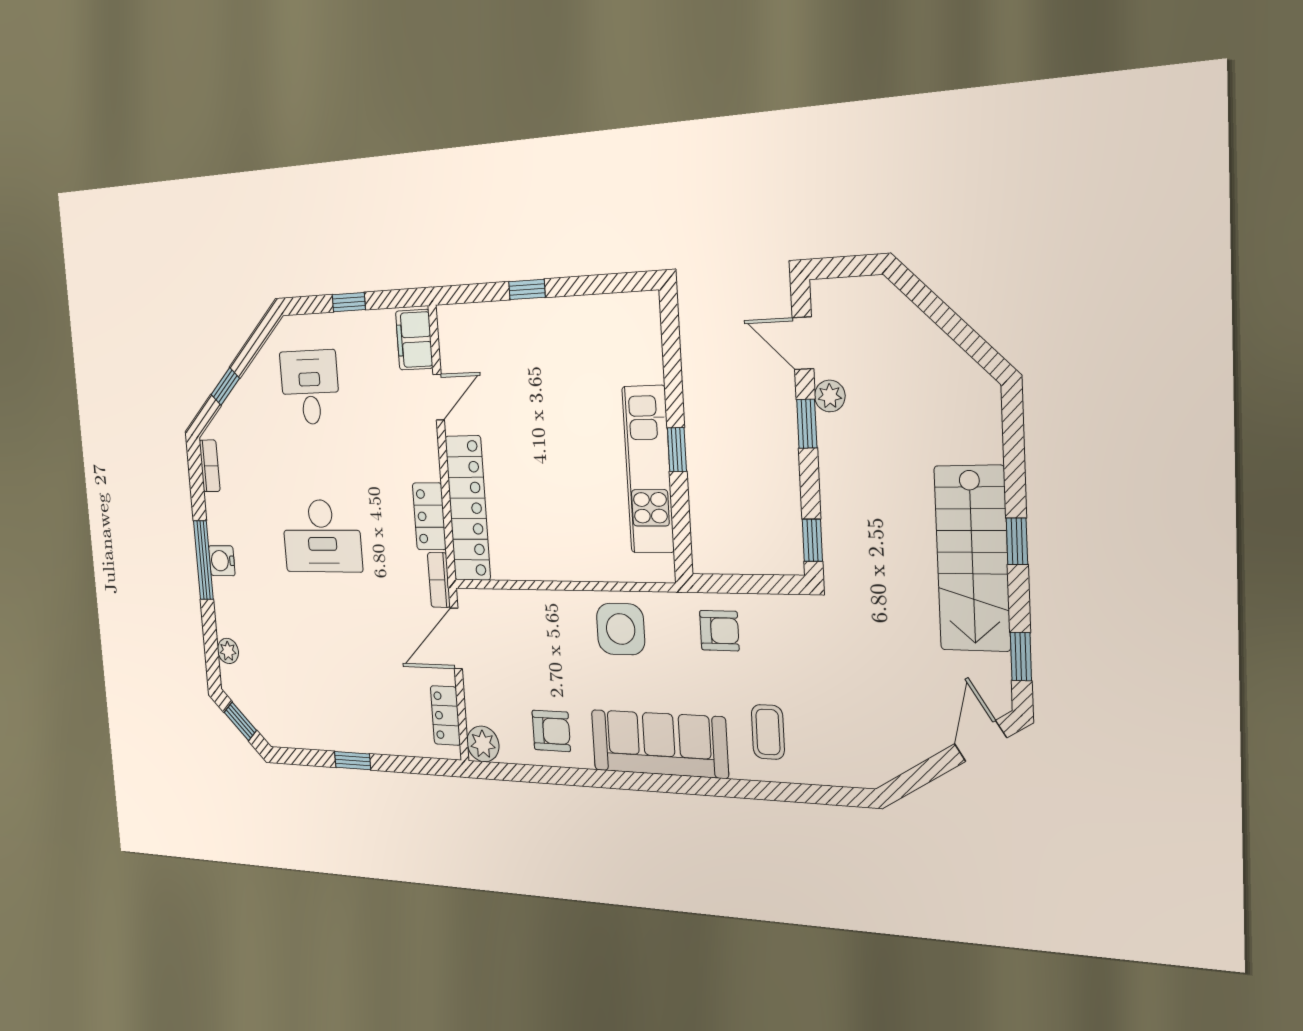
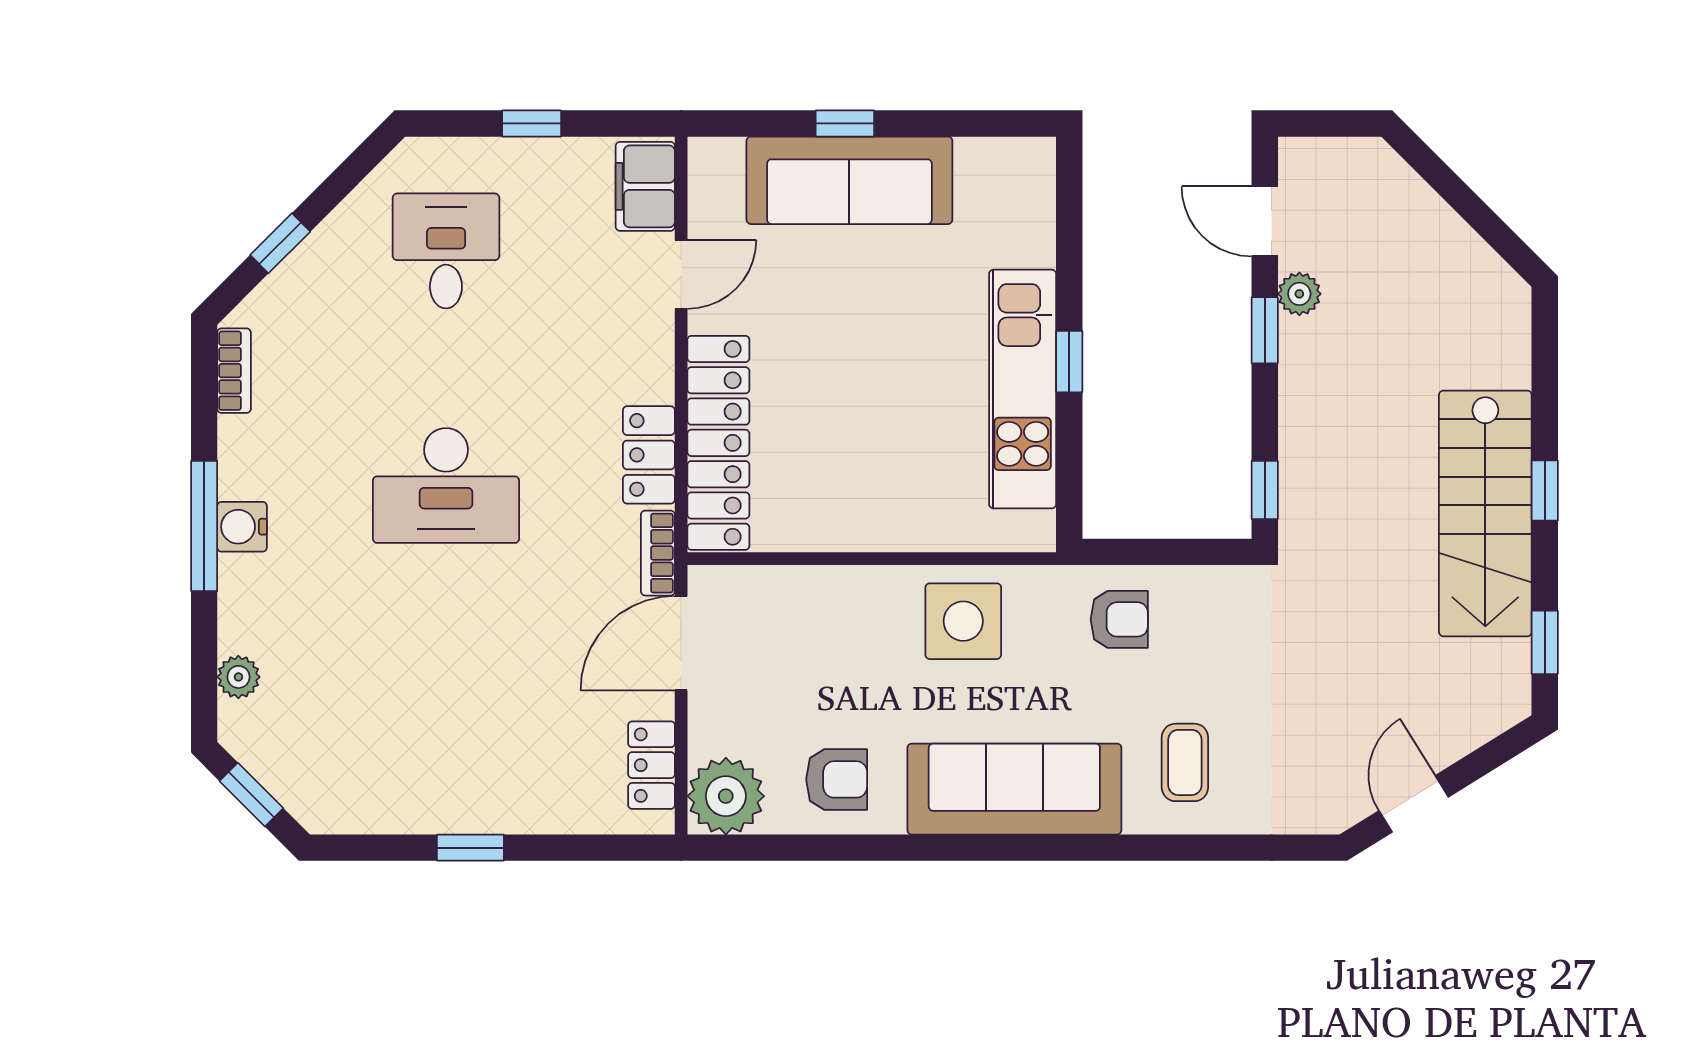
sofa: (532, 329) -> (849, 180), added
door: (981, 741) -> (1414, 804), moved
plant: (483, 744) -> (726, 796), width x1.36, depth x1.36

